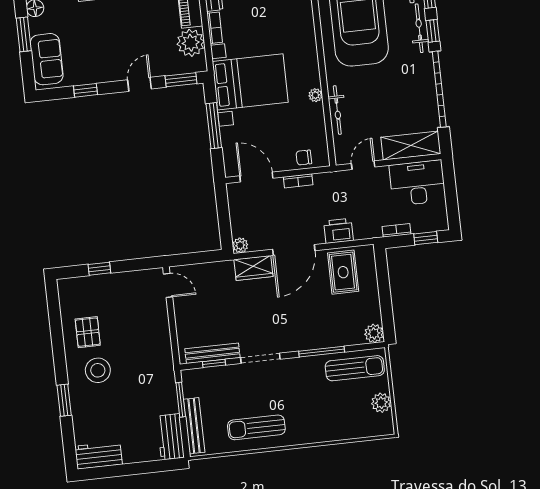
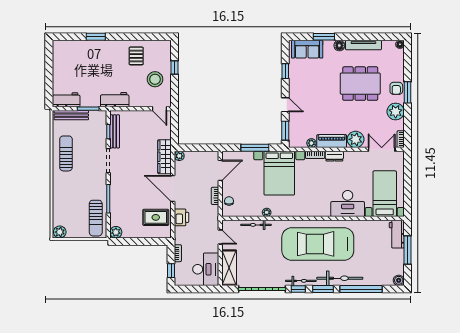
plant: (191, 43) -> (311, 143), width x0.53, depth x0.53
wardrobe: (253, 268) -> (164, 157), width x1.50
door: (168, 285) -> (159, 109), hinge flipped
pallet: (88, 332) -> (136, 56), turned 90
stool: (98, 370) -> (155, 79), moved
plant: (381, 403) -> (60, 232), moved
workbench: (99, 455) -> (115, 100), moved, turned -90

